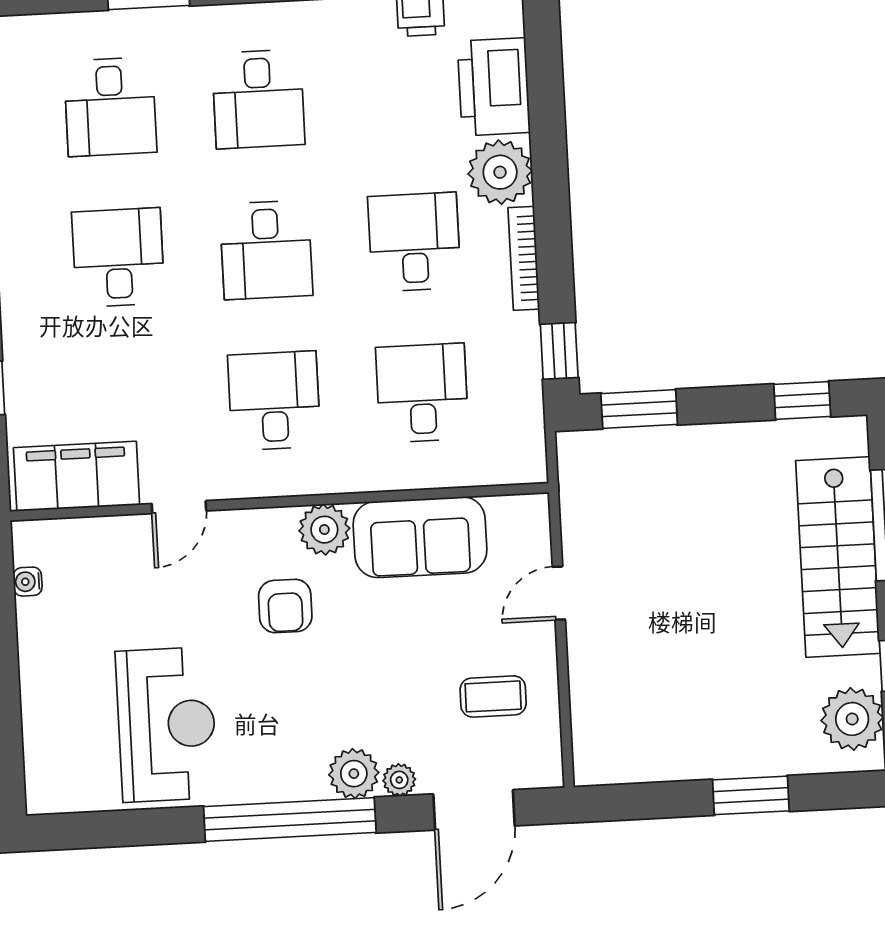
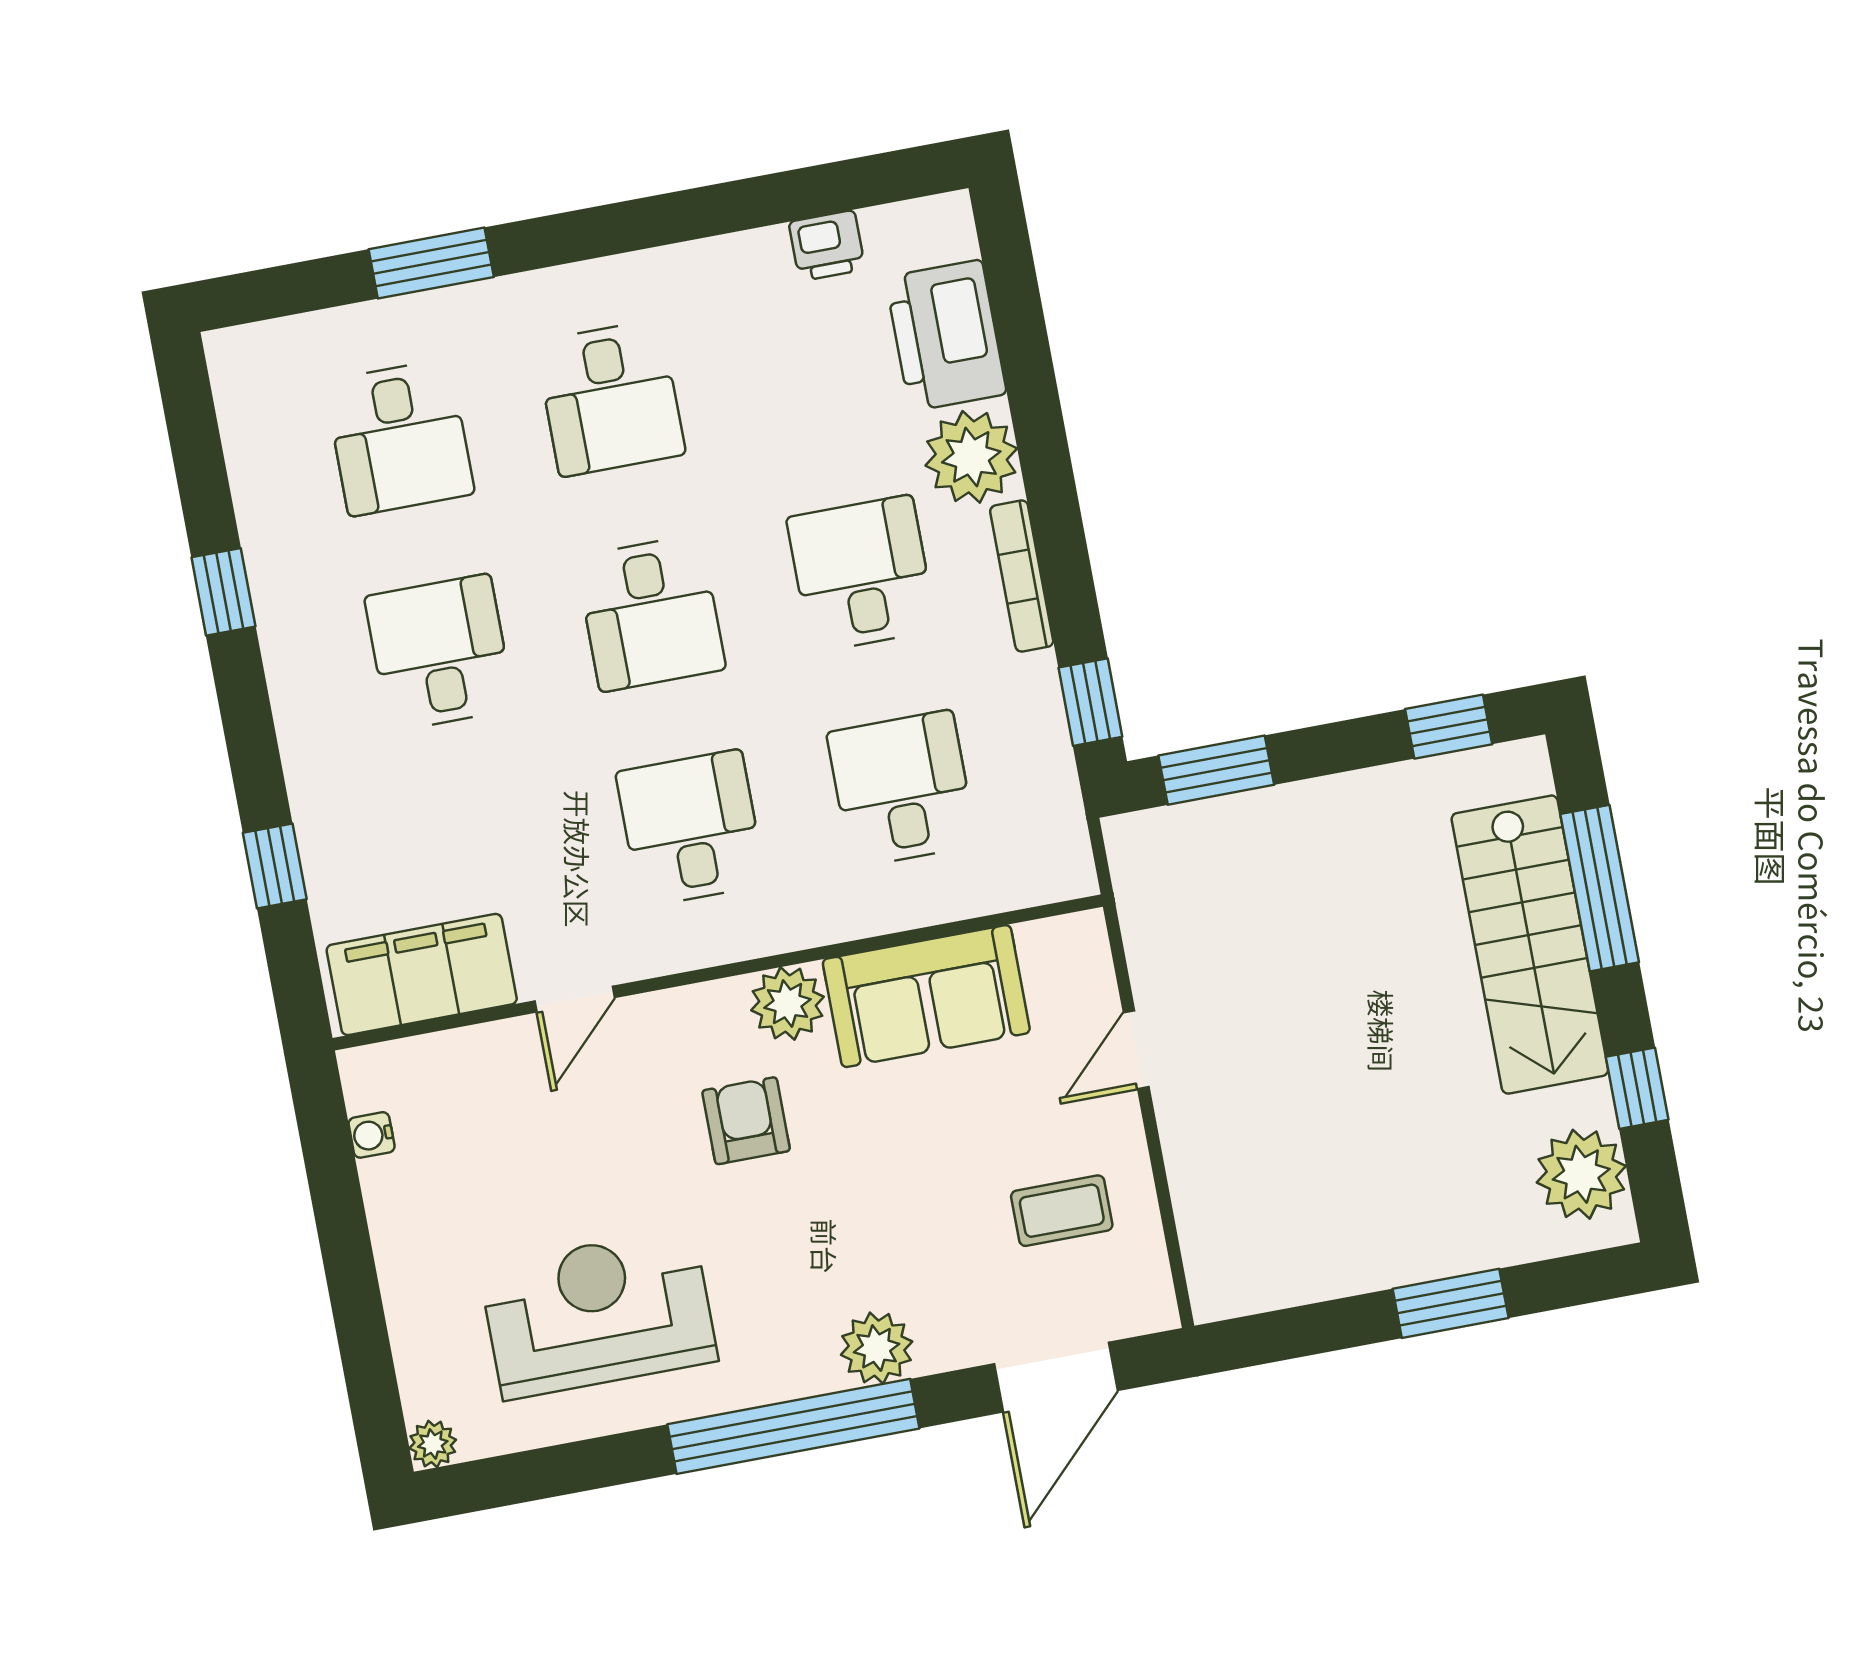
armchair: (285, 606) -> (746, 1121), turned 180
reception desk: (166, 725) -> (598, 1314), turned -90
plant: (399, 780) -> (433, 1444), moved

